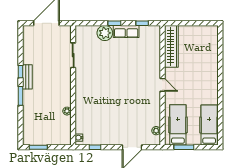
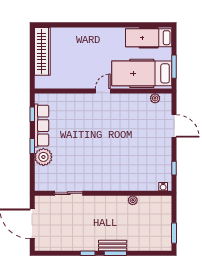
row of seats: (126, 31) -> (42, 126), width x1.48
wardrobe: (171, 46) -> (42, 51), moved, turned 90
bench: (27, 77) -> (113, 246), moved
hospital bed: (178, 125) -> (142, 73), width x1.37, depth x1.29

